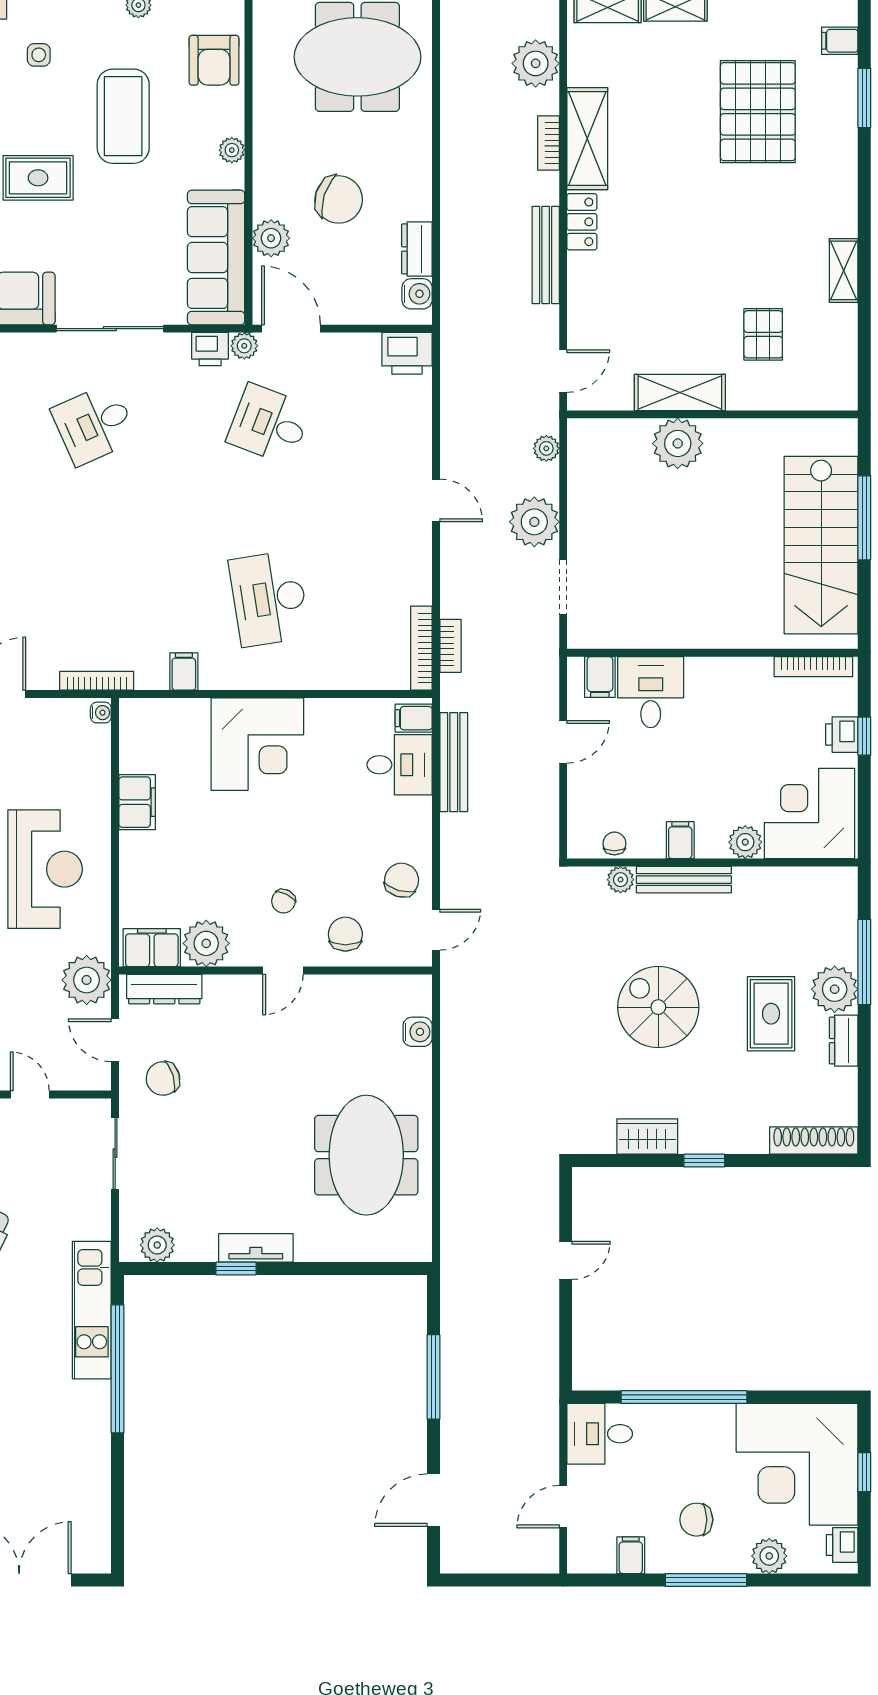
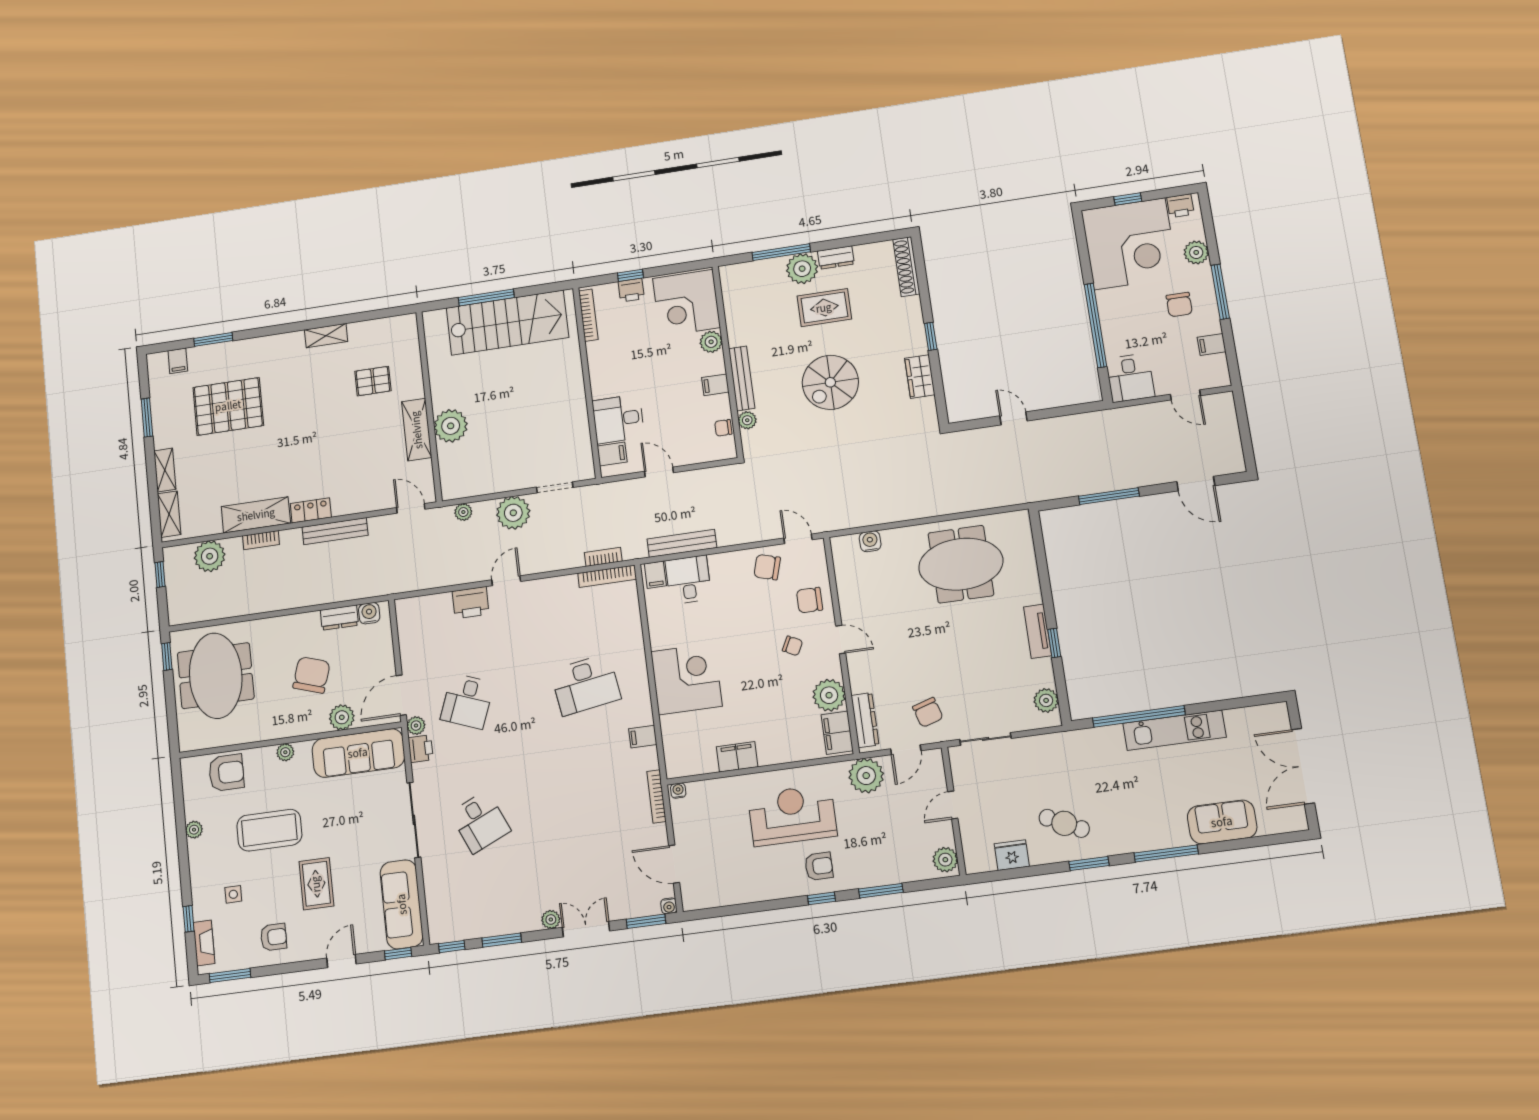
printer: (407, 353) -> (471, 603), moved, turned 90
kitchen unit: (92, 1310) -> (1174, 730), moved

